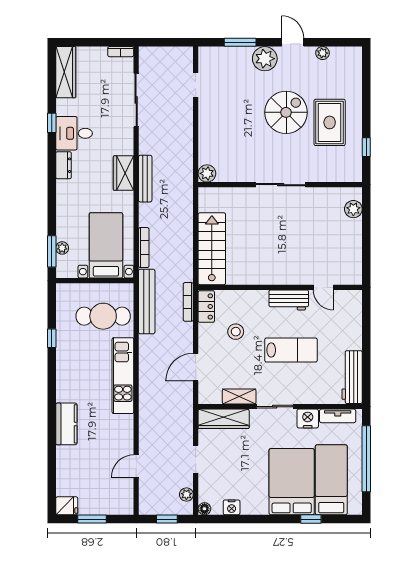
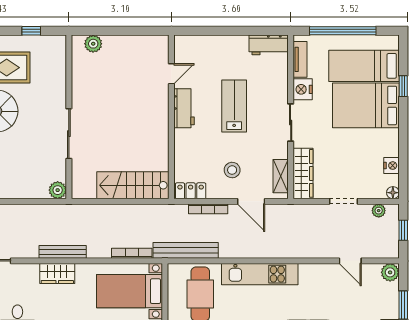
sliding door: (281, 185) -> (69, 134), moved
bookcase: (188, 302) -> (208, 209), moved
stool: (236, 332) -> (232, 170), moved
workbench: (352, 377) -> (268, 45), width x0.73
shelving: (239, 396) -> (281, 176), moved
plant: (125, 506) -> (390, 272), added

